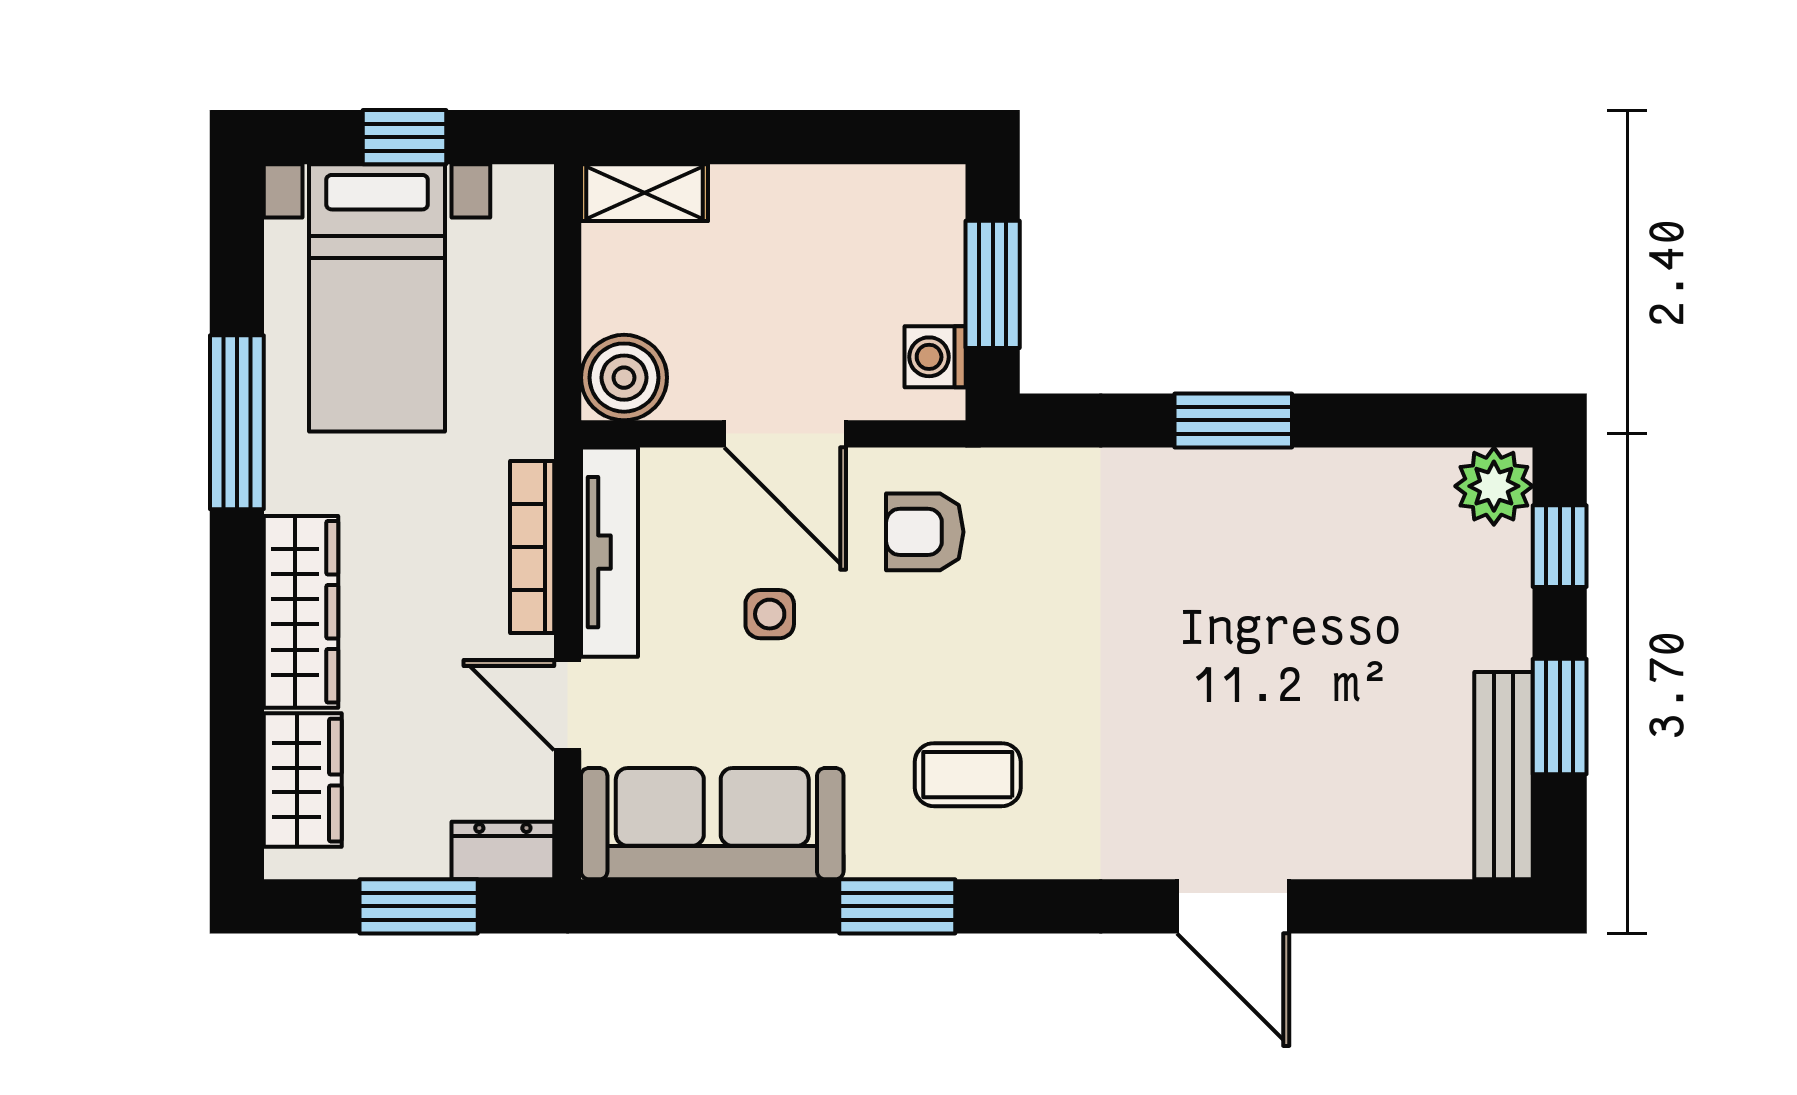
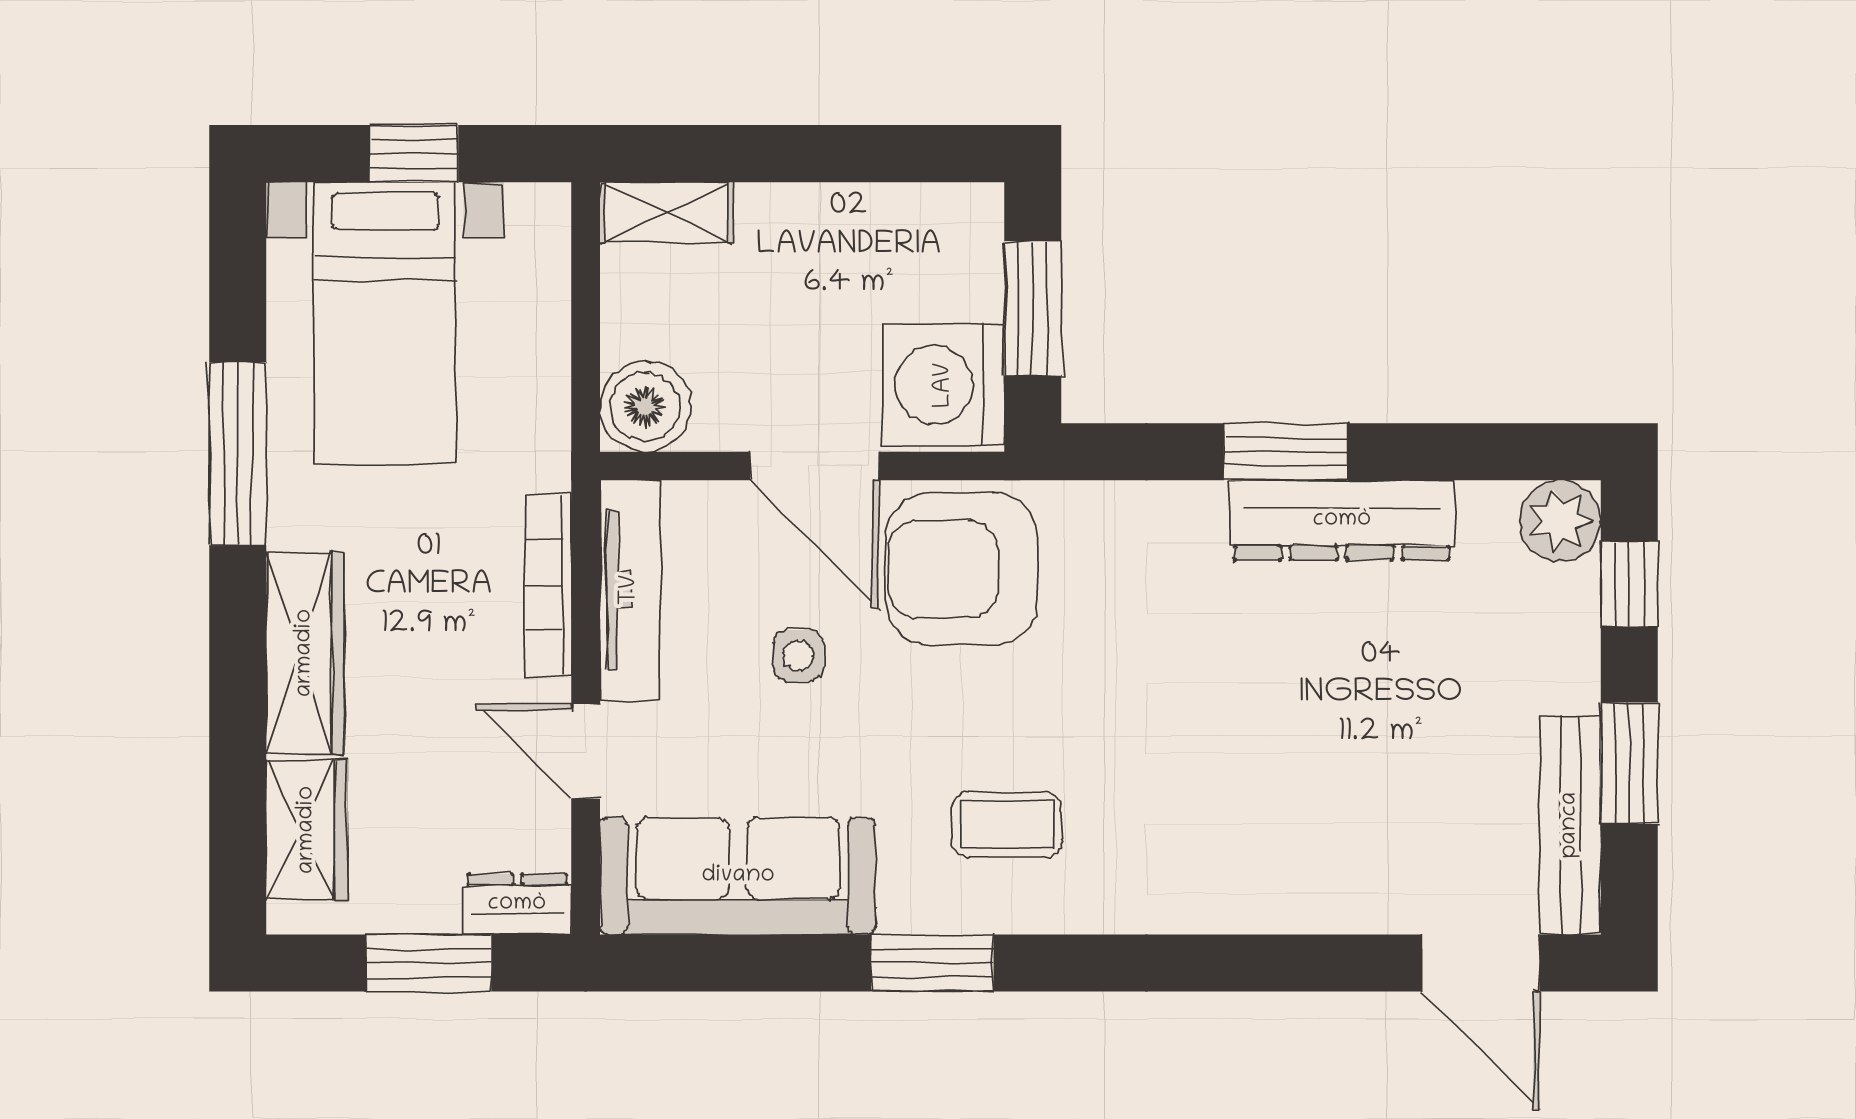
washing machine: (935, 357) -> (944, 385), width x1.89, depth x1.89
dresser: (1286, 485) -> (1342, 520), added
armchair: (925, 532) -> (961, 569), width x1.88, depth x1.88
door: (1233, 906) -> (1480, 963), moved

